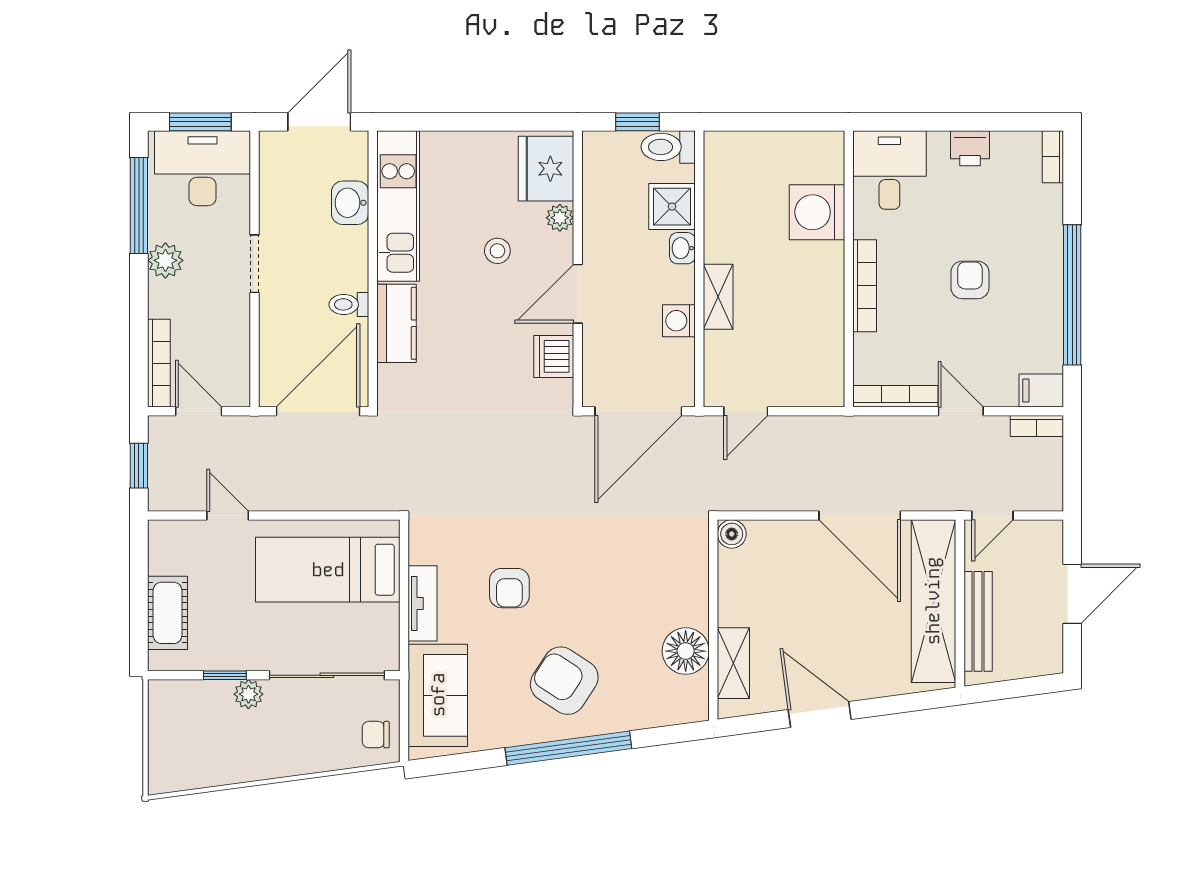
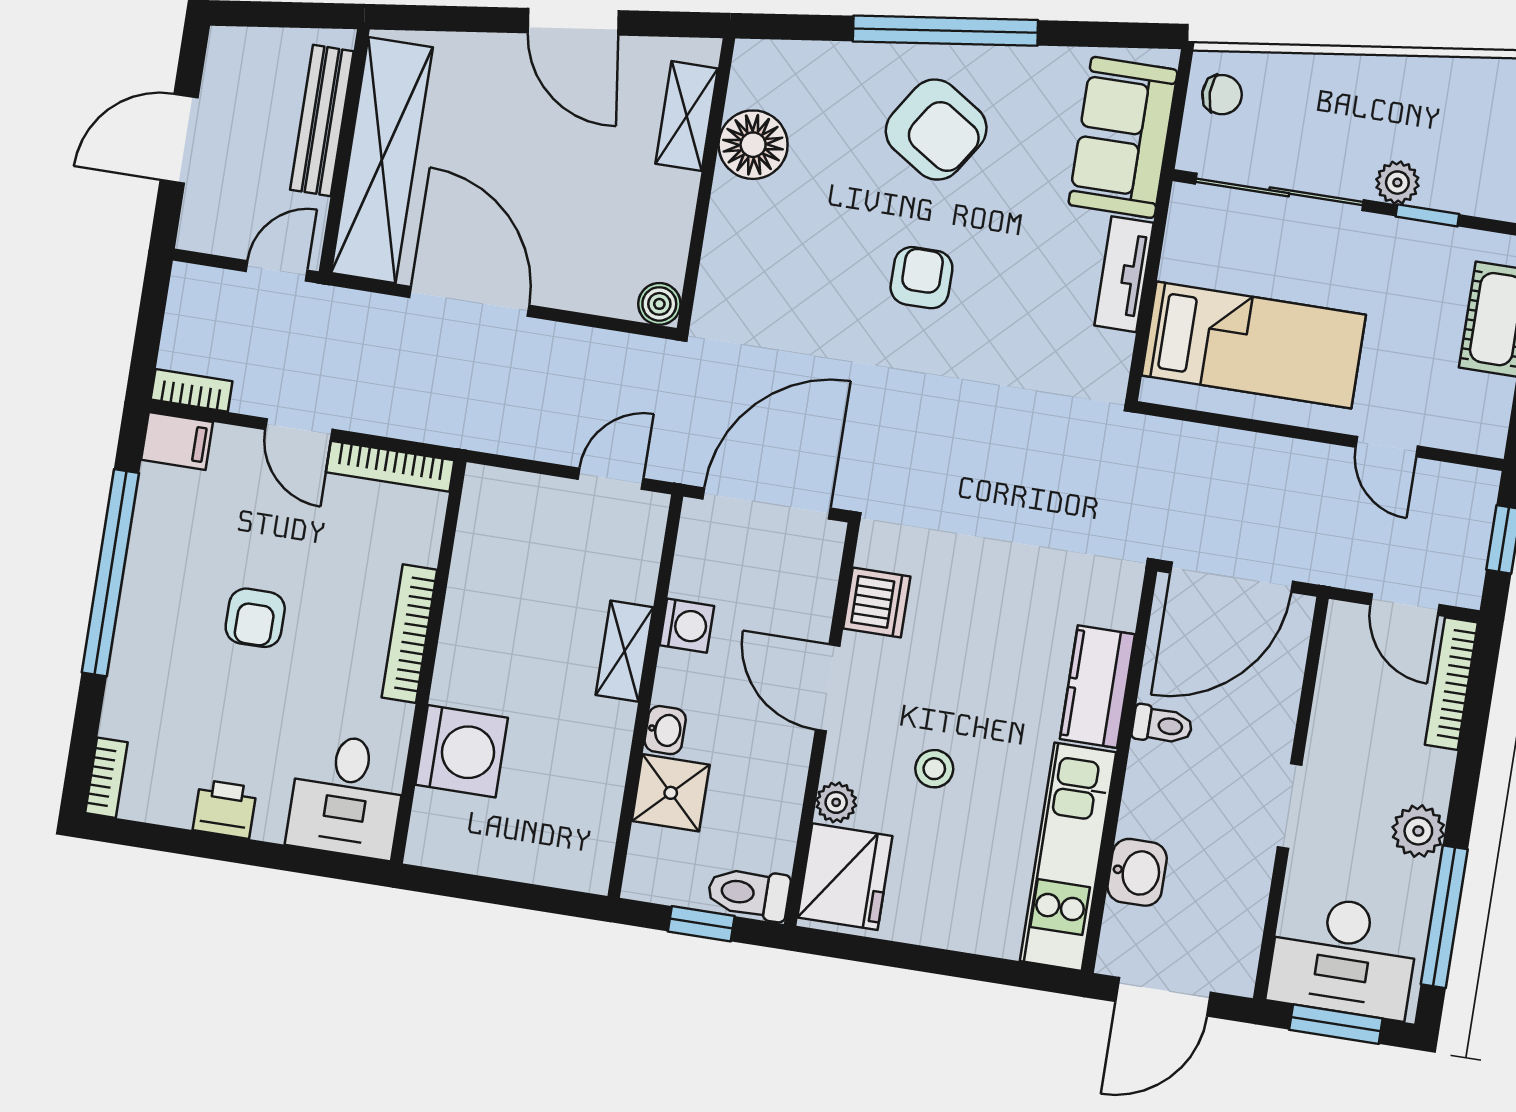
toilet: (668, 147) -> (749, 893), moved, turned 180
door: (578, 294) -> (828, 688), swing flipped
armchair: (509, 588) -> (921, 278), moved

